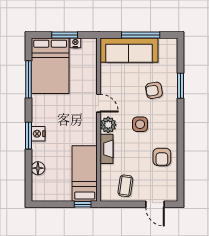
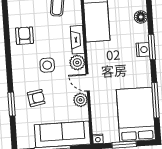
nightstand: (75, 43) -> (98, 139), moved
plant: (107, 85) -> (80, 100), added

